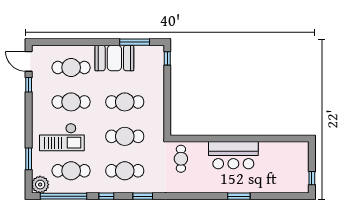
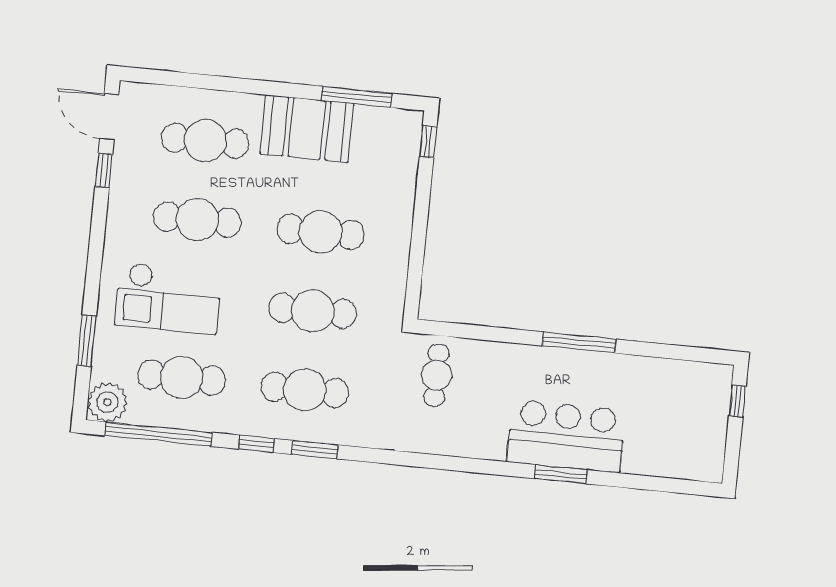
window: (241, 139) -> (579, 343), added
bar counter: (233, 155) -> (566, 436), moved, turned 180
window: (312, 178) -> (737, 401), moved
window: (143, 196) -> (315, 450), moved

